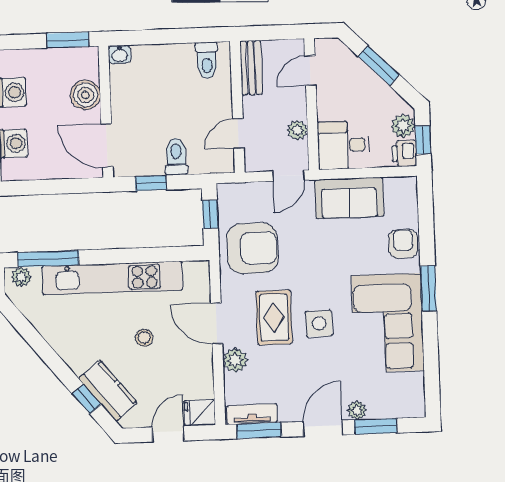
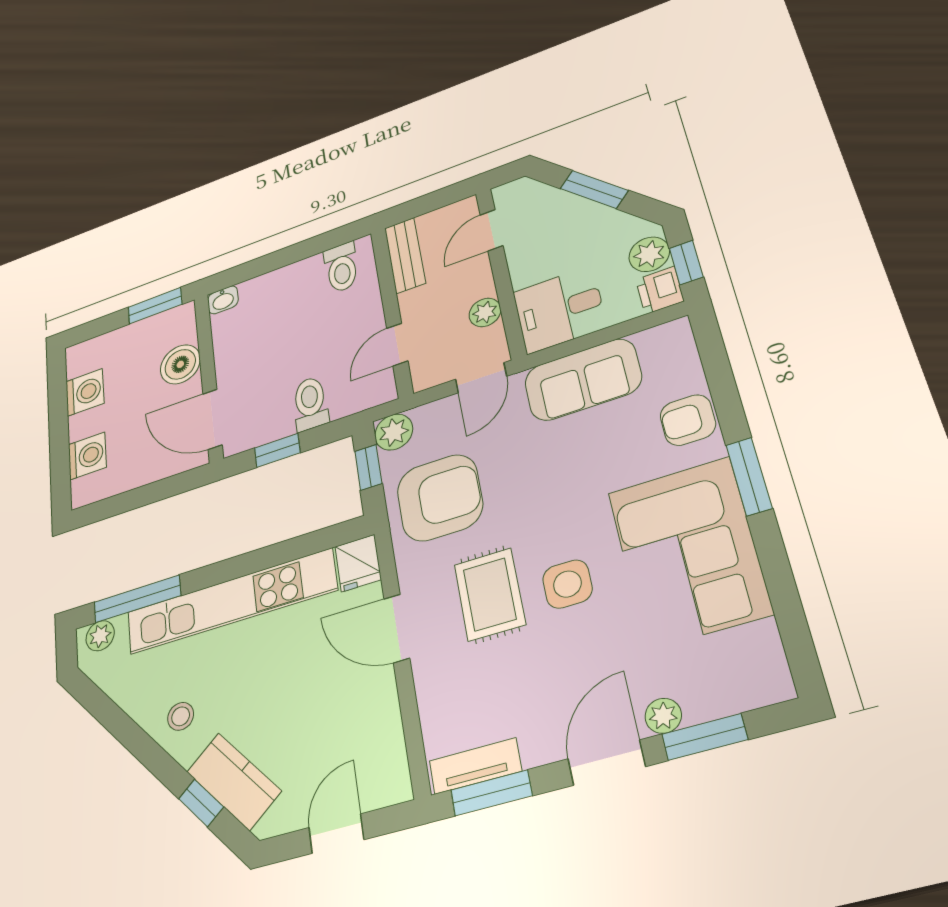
armchair: (403, 244) -> (688, 420), turned -90
stool: (144, 338) -> (181, 716), moved
plant: (235, 360) -> (394, 432), moved
fridge: (200, 413) -> (358, 563), moved, turned -90

